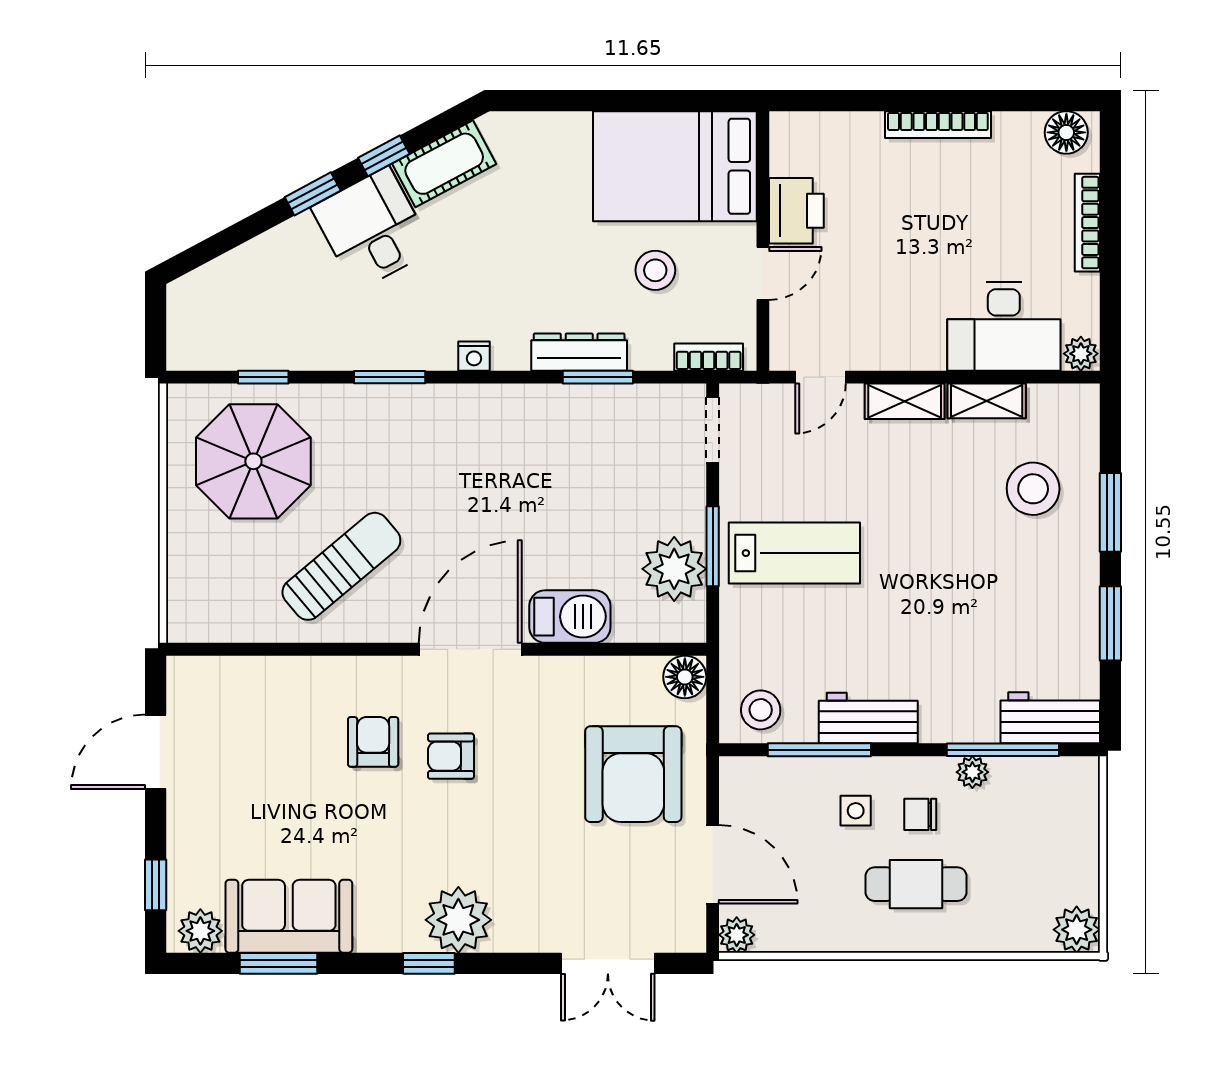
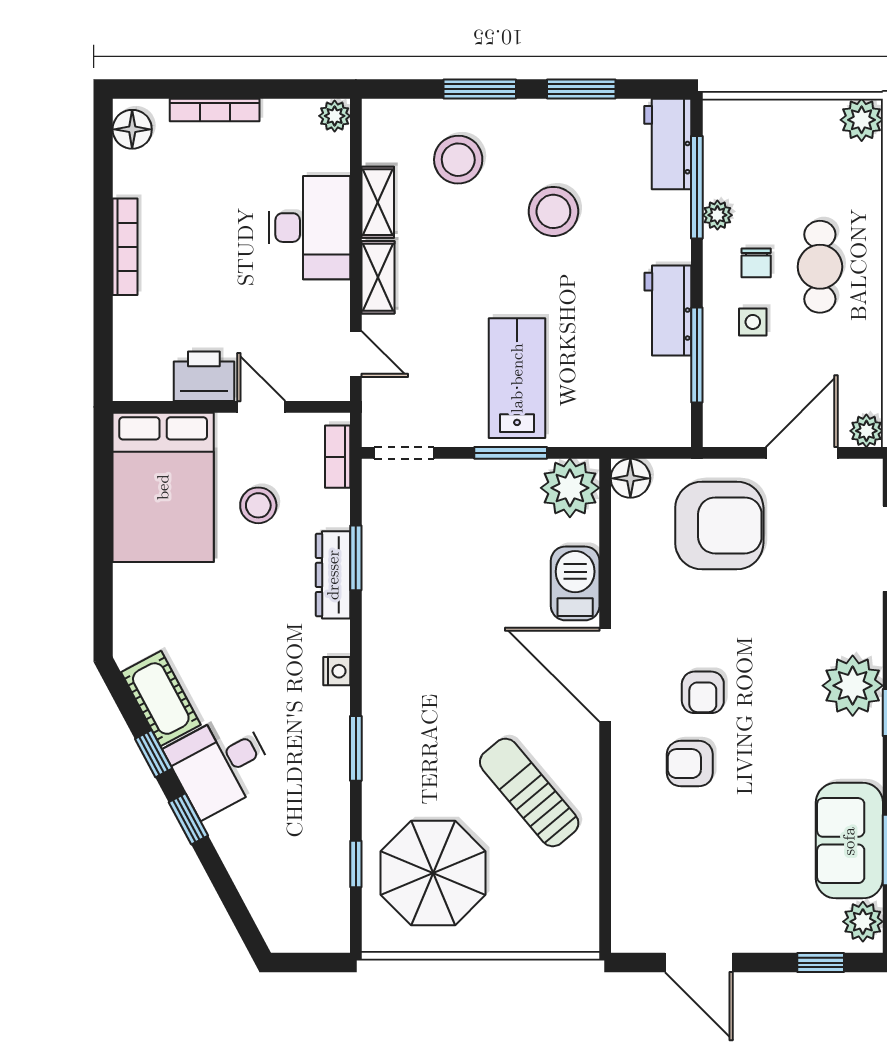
desk: (1004, 326) -> (310, 228), moved
plant: (674, 569) -> (570, 488), moved
stool: (761, 710) -> (553, 211), moved, width x1.38, depth x1.38

